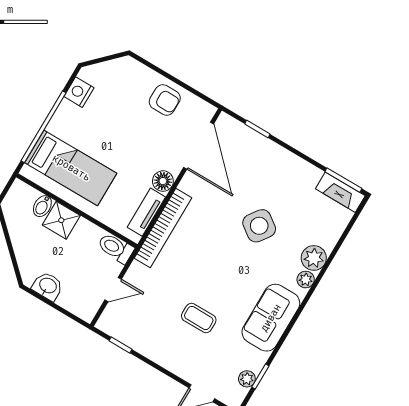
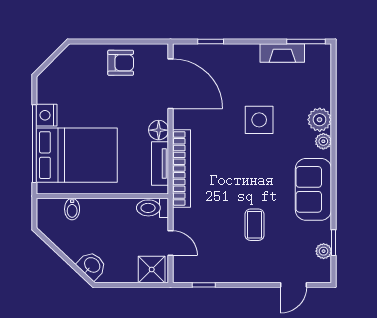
nightstand: (79, 92) -> (47, 115), moved
bed: (71, 168) -> (77, 155), width x1.50
fireplace: (340, 192) -> (282, 53), moved
shower: (61, 220) -> (152, 270), moved
side table: (259, 226) -> (259, 120), turned -36
washbasin: (48, 286) -> (92, 265), moved, turned 43
door: (113, 290) -> (171, 243), hinge flipped
coffee table: (199, 318) -> (254, 225), turned 90

